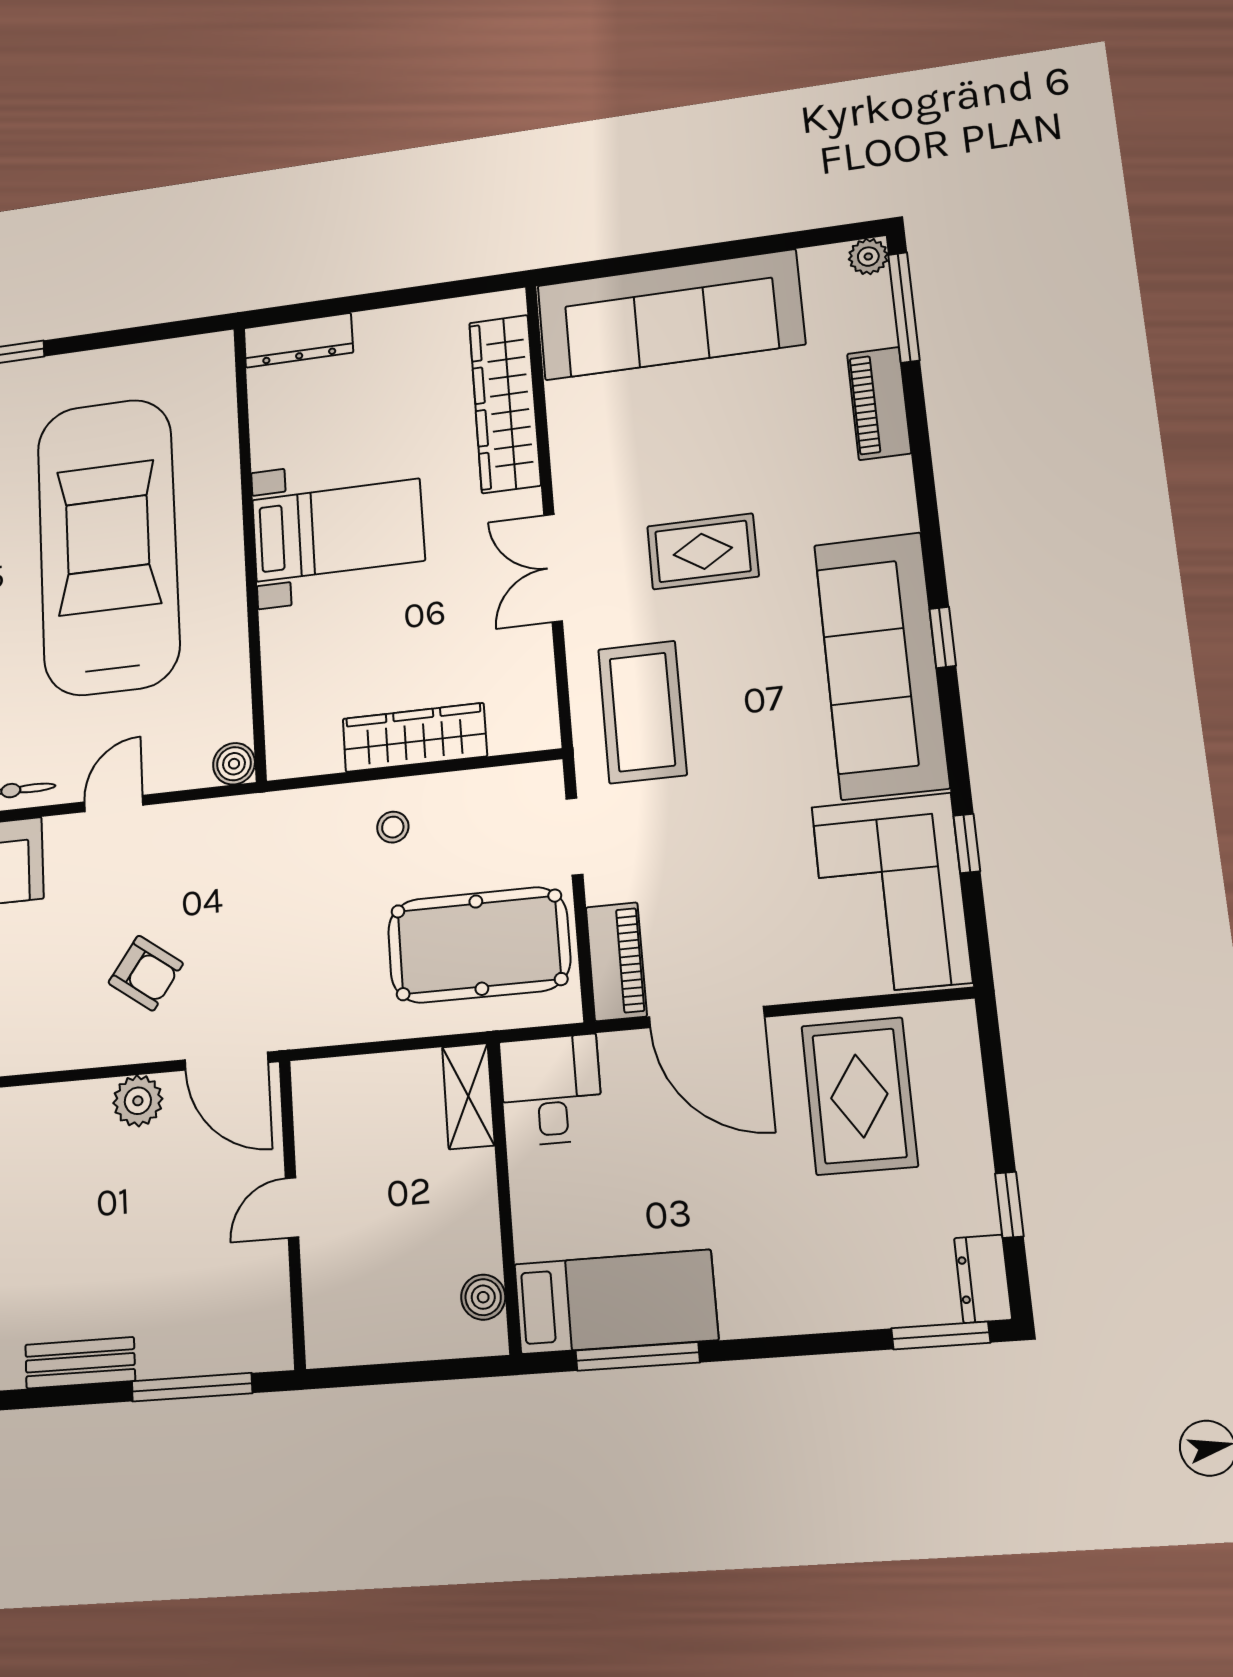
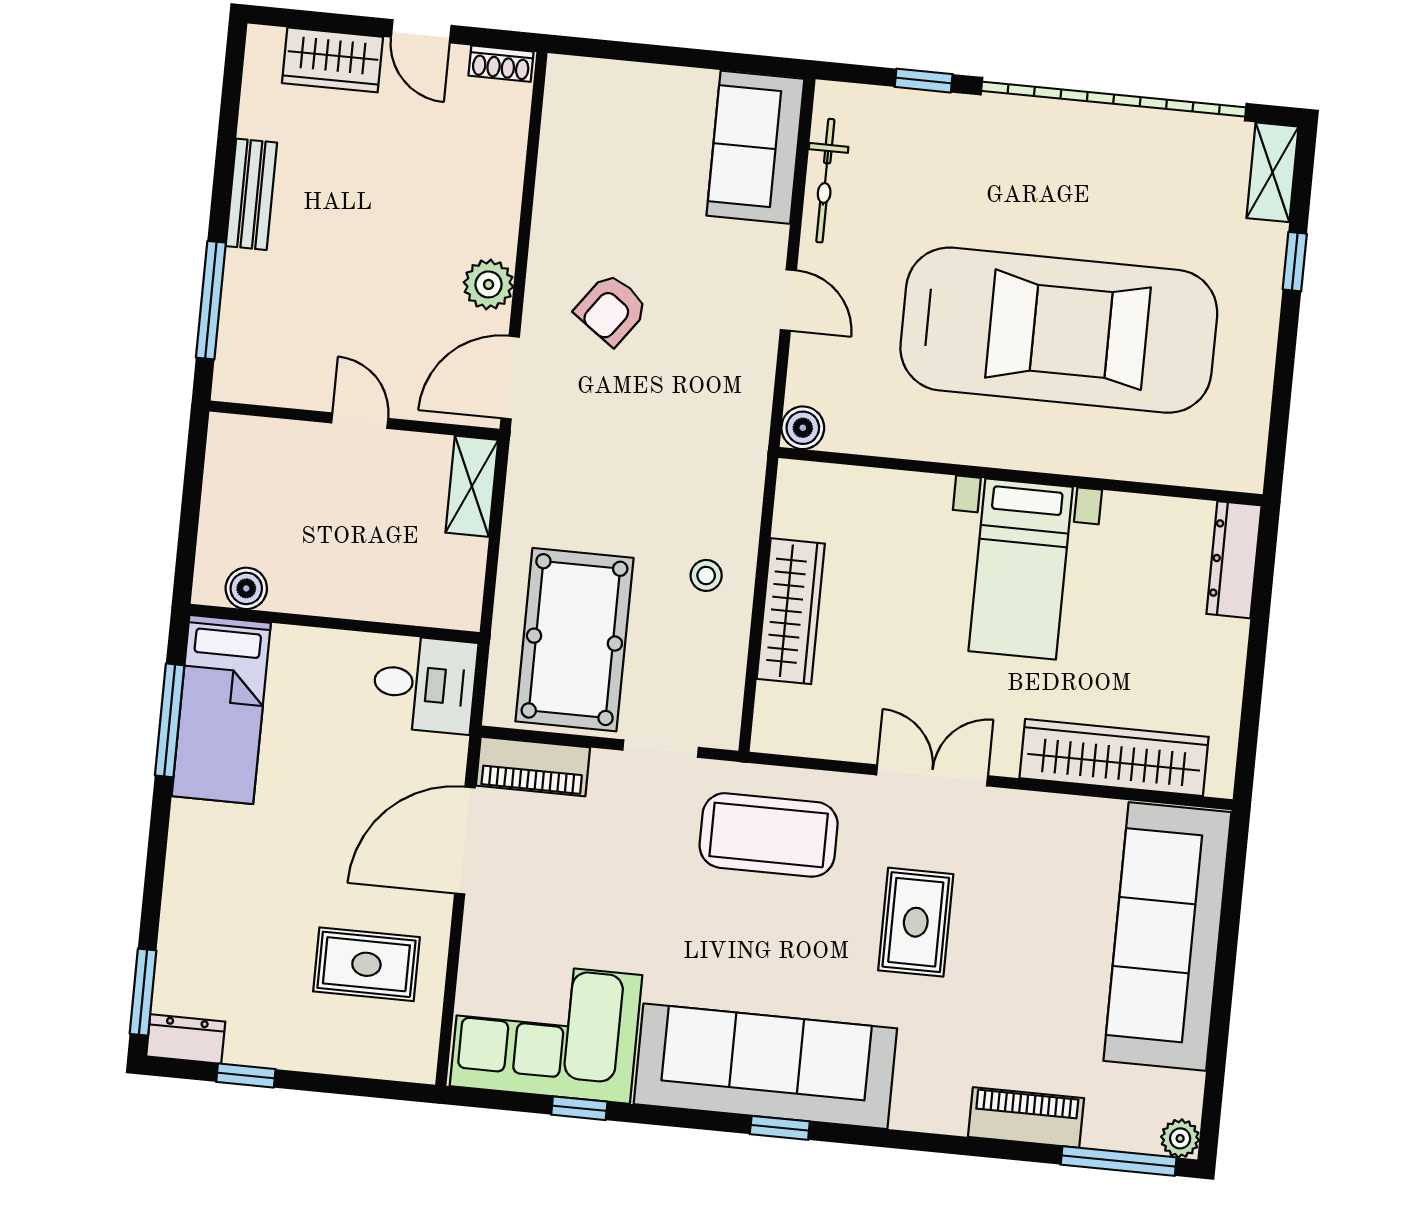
shelving: (468, 1096) -> (472, 486), moved, turned 90
rug: (859, 1096) -> (366, 964), width x0.73, depth x0.70

